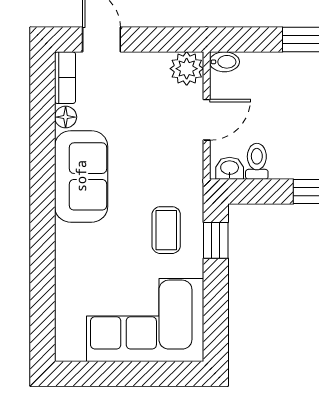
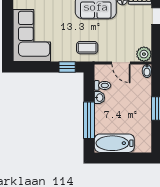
washbasin: (230, 168) -> (99, 98), moved
coffee table: (166, 230) -> (87, 48), moved

